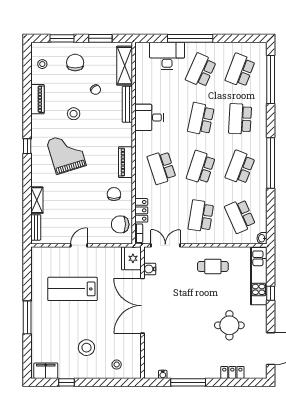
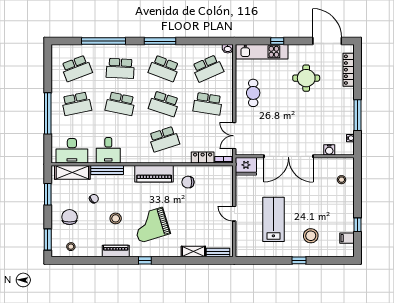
window: (62, 38) -> (48, 239), moved
desk: (167, 56) -> (72, 151), moved, turned -90
chair: (75, 63) -> (70, 217), turned 90
school desk: (201, 70) -> (77, 104), turned -36
school desk: (240, 70) -> (77, 68), turned -42
window: (271, 79) -> (104, 41), moved
piano: (37, 99) -> (116, 251), moved
desk: (149, 117) -> (108, 150), moved
piano: (126, 162) -> (154, 174), width x1.37, depth x1.33
window: (271, 163) -> (160, 41), width x0.68
chair: (120, 224) -> (215, 176), removed
water cooler: (150, 269) -> (329, 150), moved
lab bench: (73, 289) -> (273, 219), turned 180
window: (27, 317) -> (299, 260), width x0.46
stool: (86, 348) -> (311, 236), moved
filing cabinet: (46, 371) -> (347, 238), width x0.50
locker: (232, 372) -> (349, 70), width x1.53

